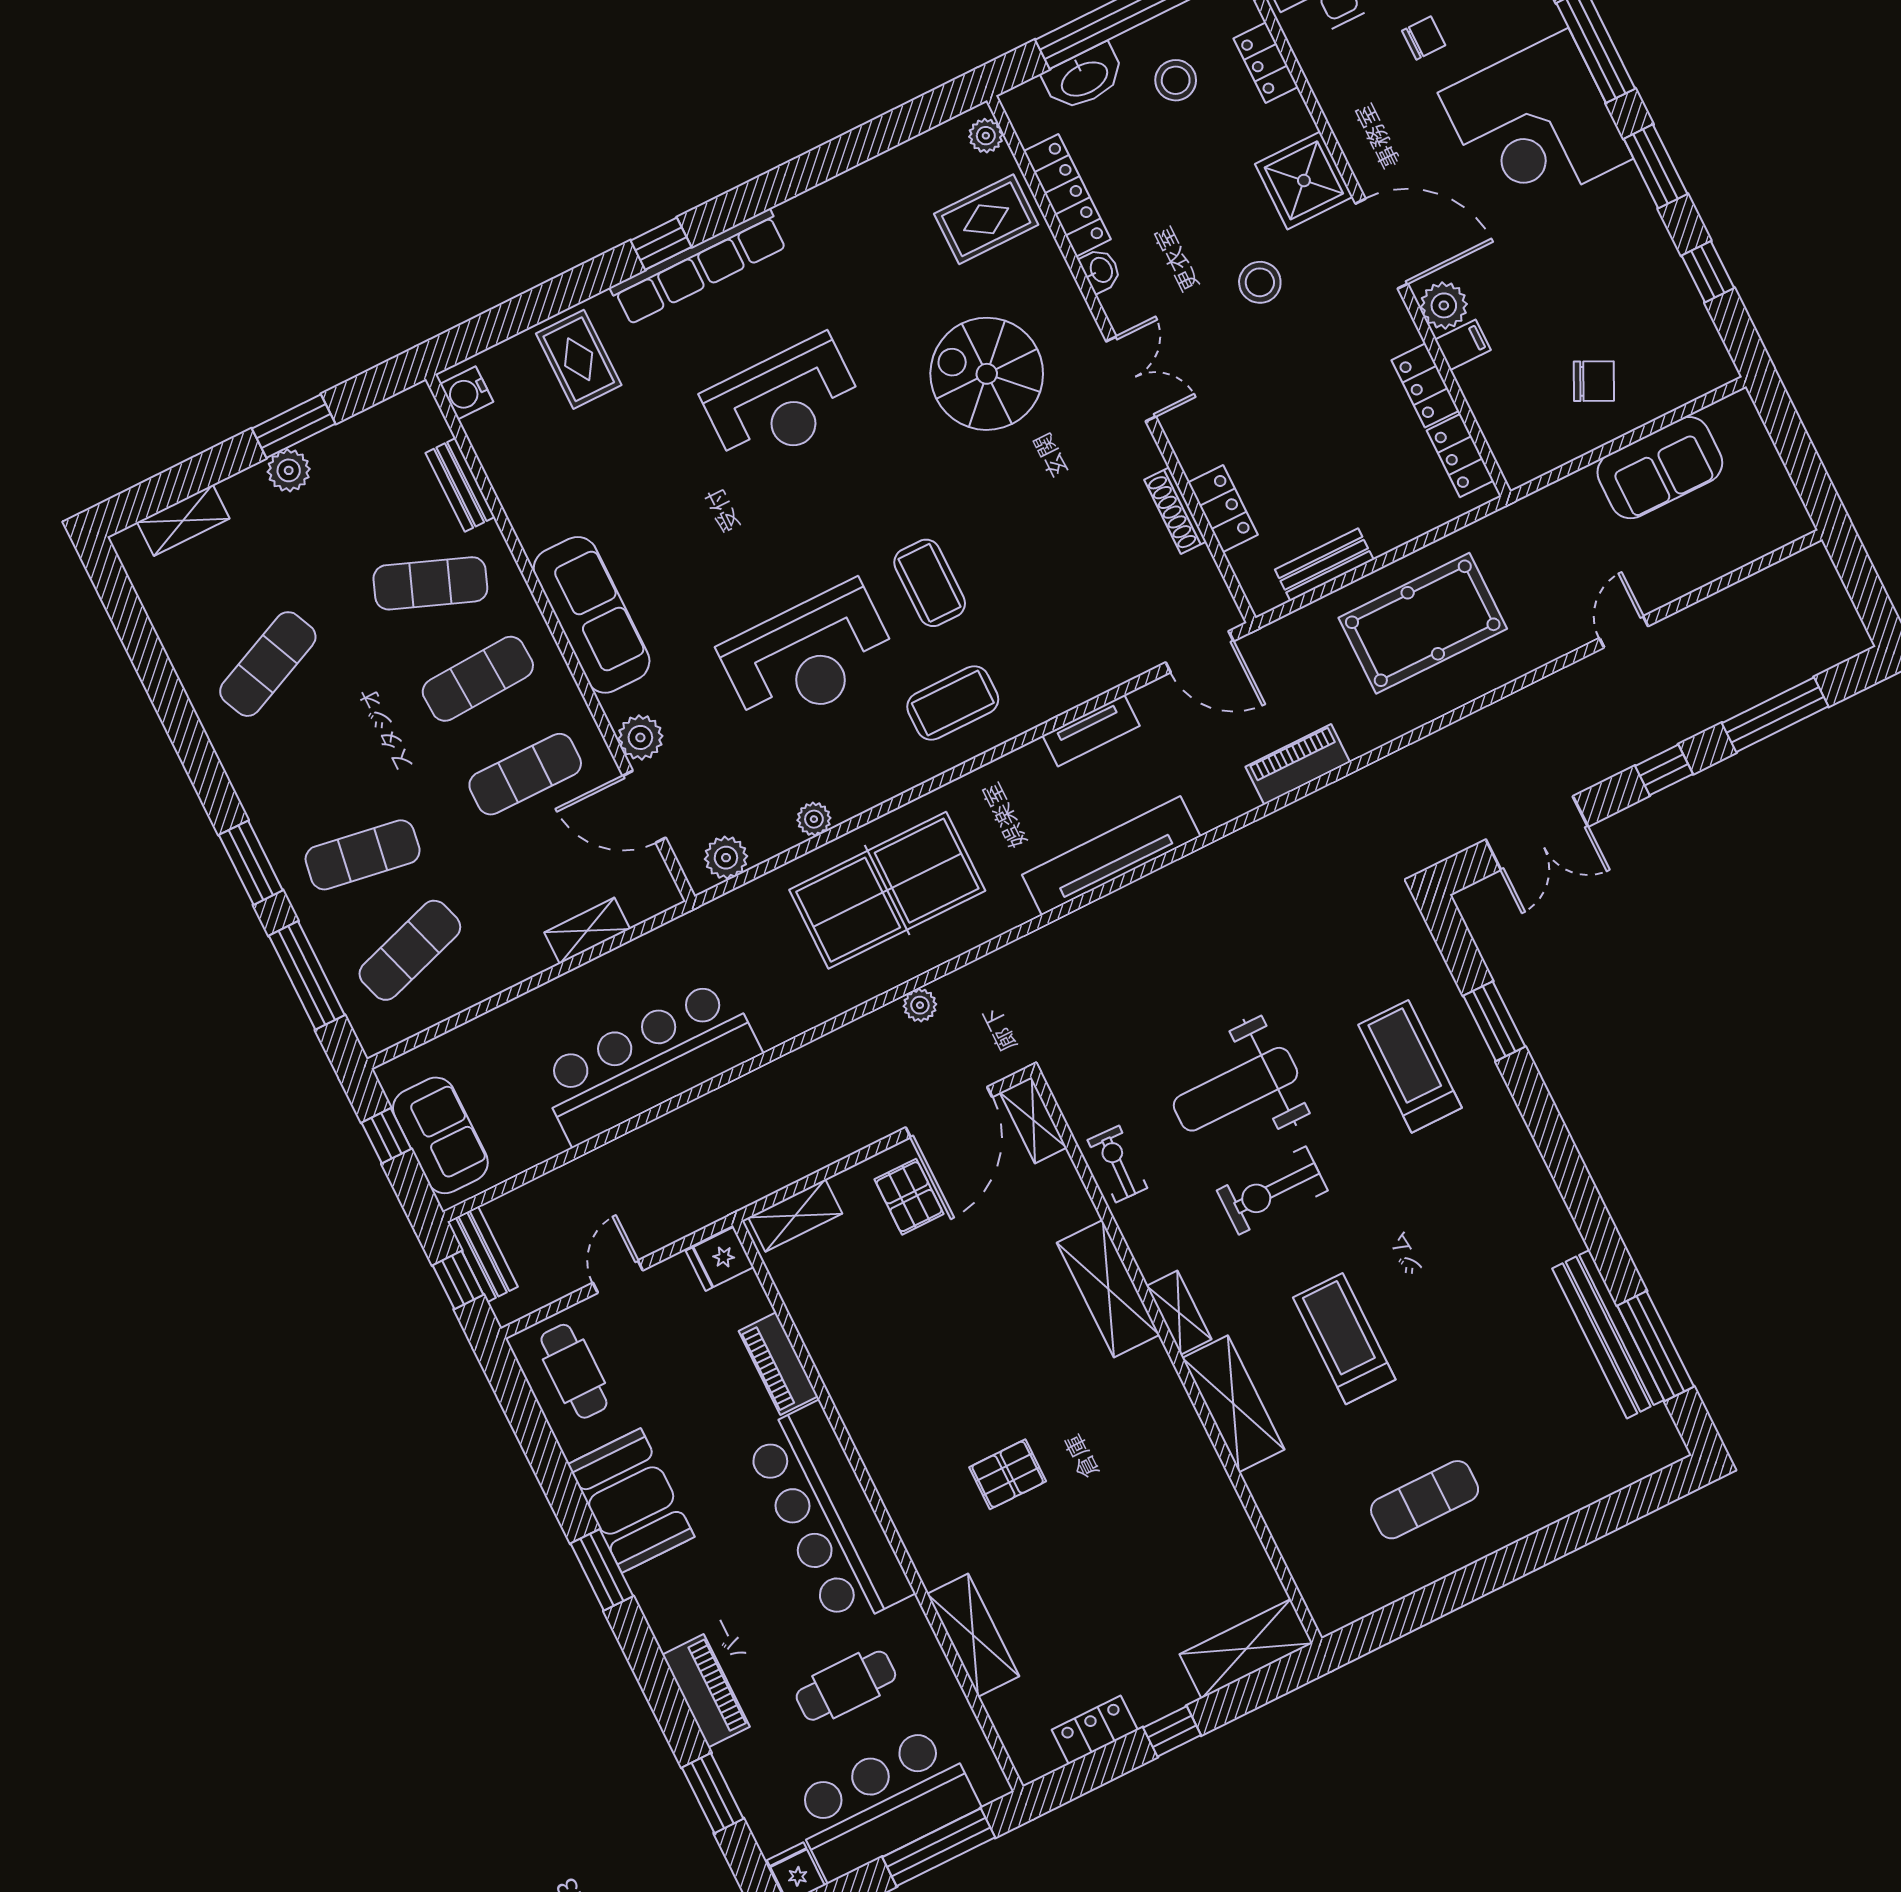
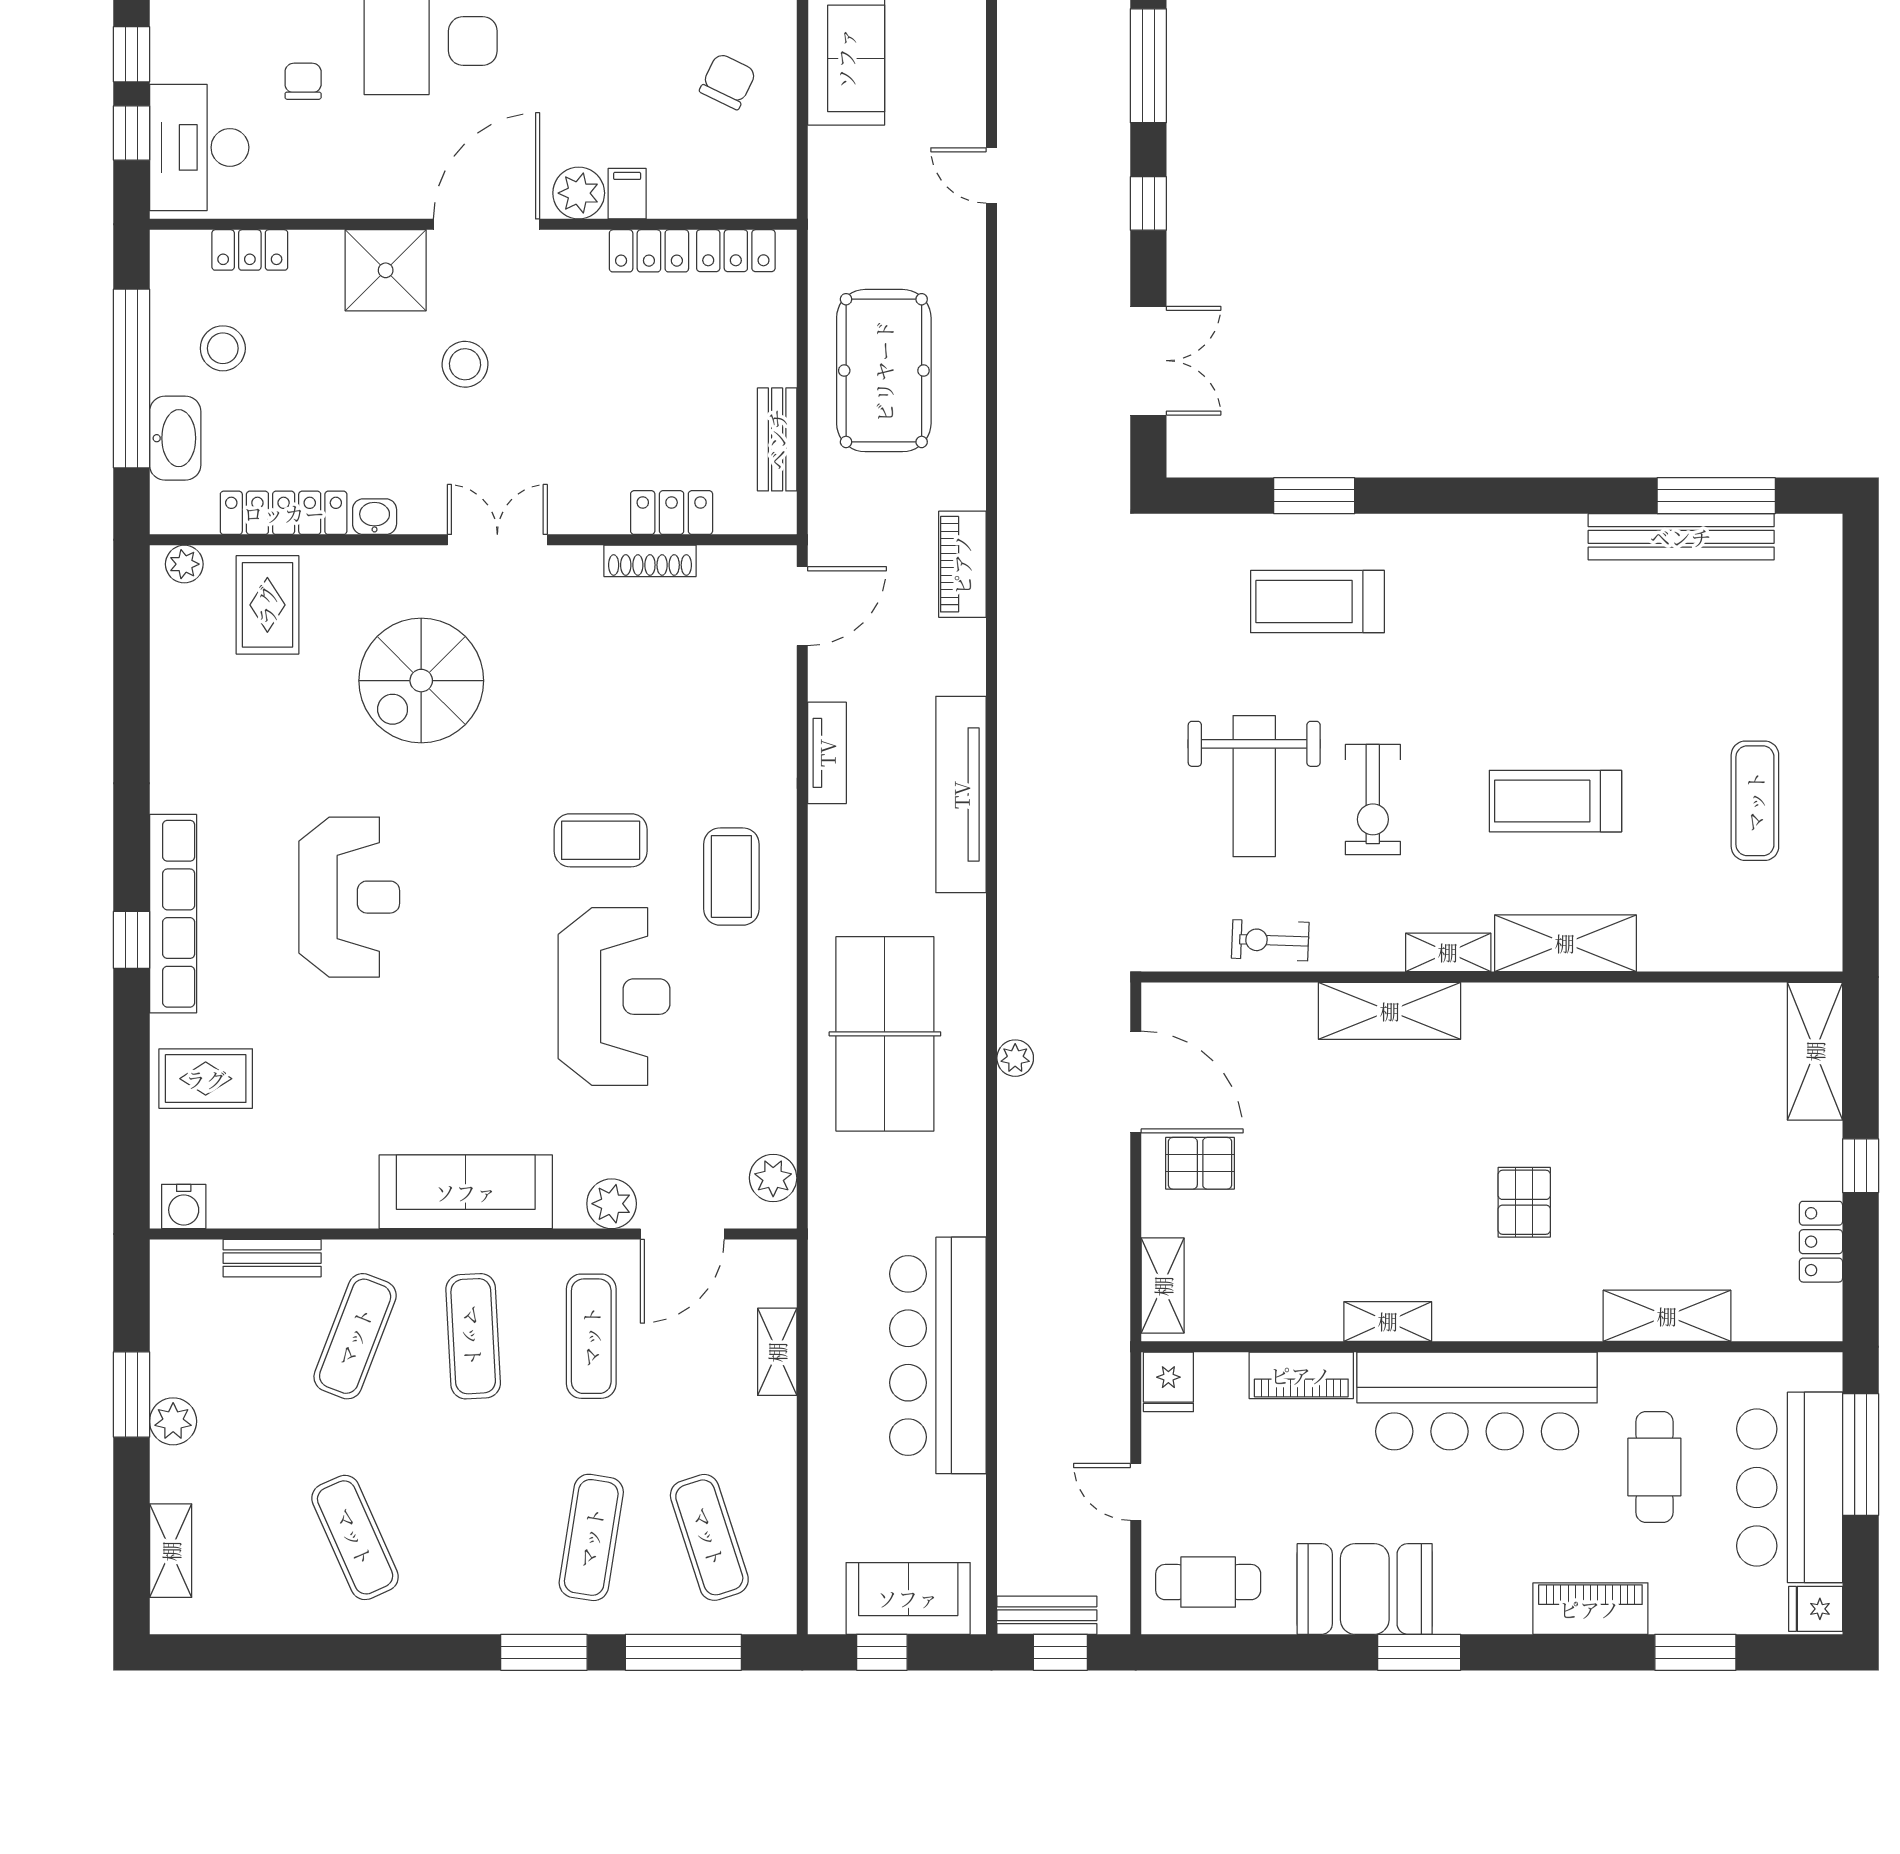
plant: (814, 819) -> (778, 1072), removed
shelving: (1033, 1120) -> (1388, 1321), moved

